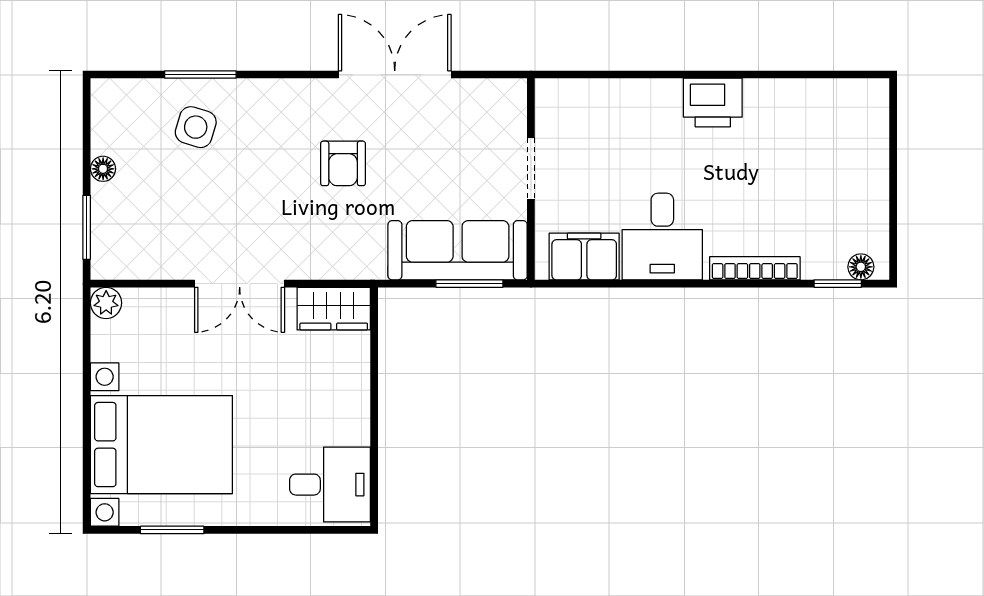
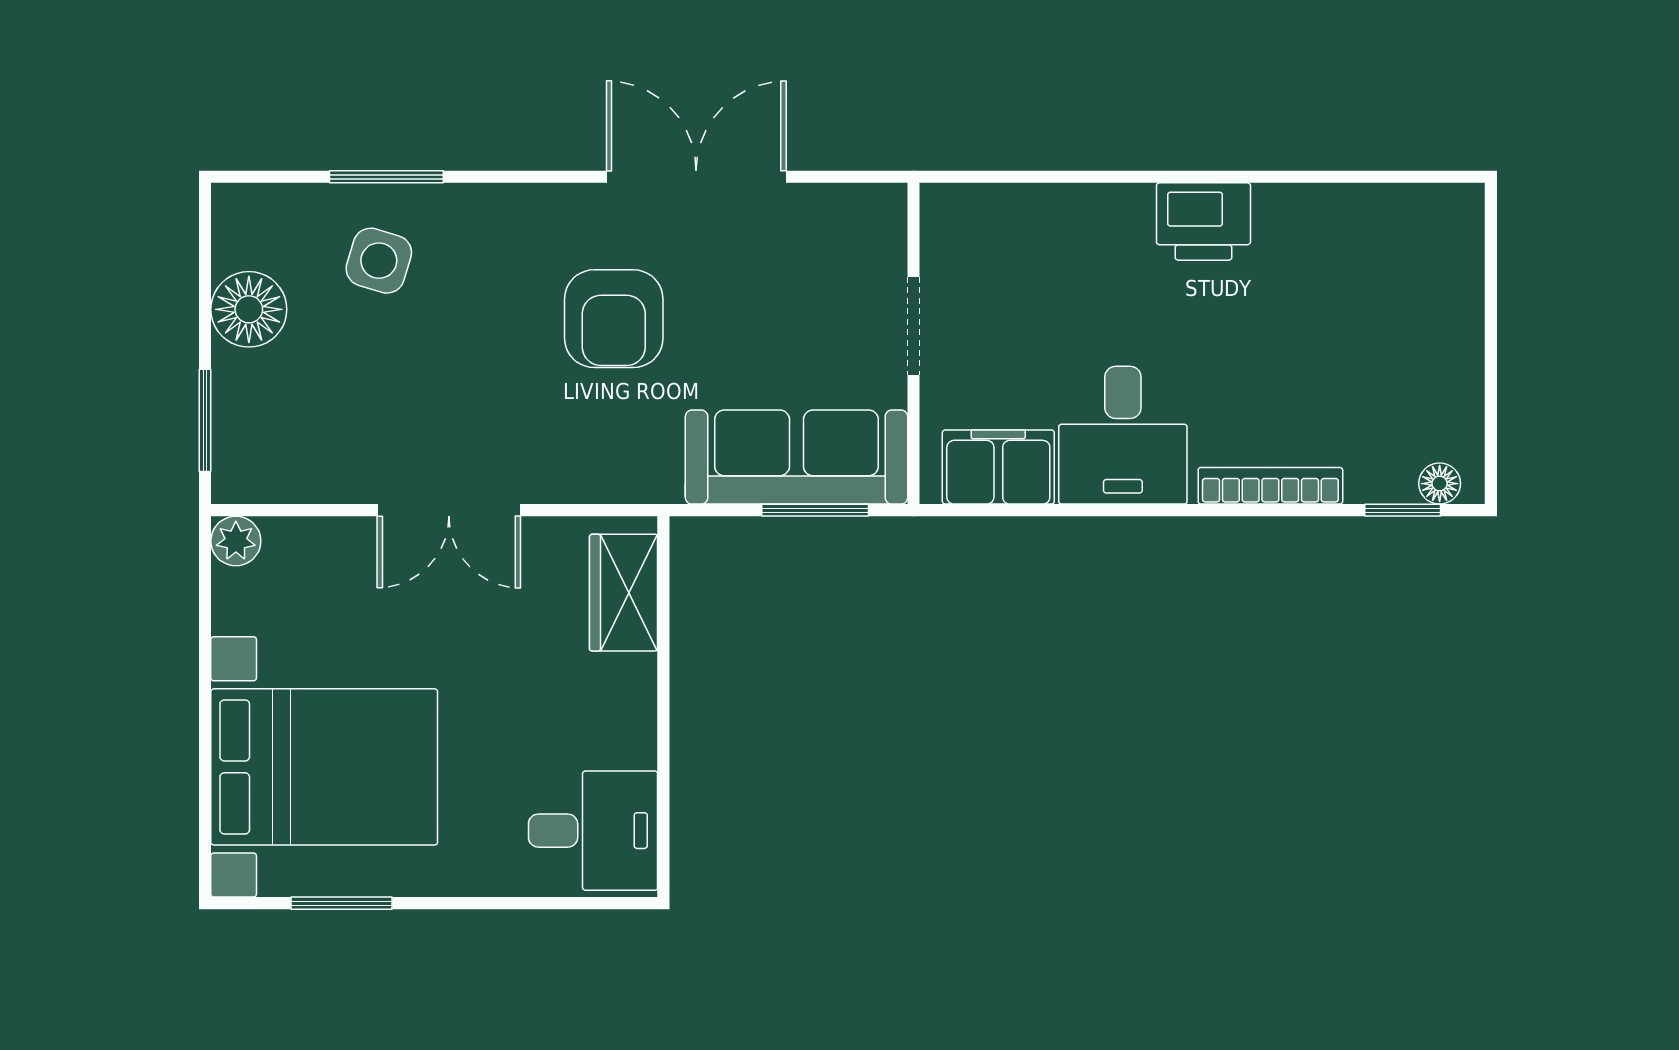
armchair: (343, 163) -> (614, 319), width x1.38, depth x1.38
floor lamp: (103, 169) -> (249, 309), width x1.89, depth x1.89
wardrobe: (334, 309) -> (624, 593), moved, turned 90

